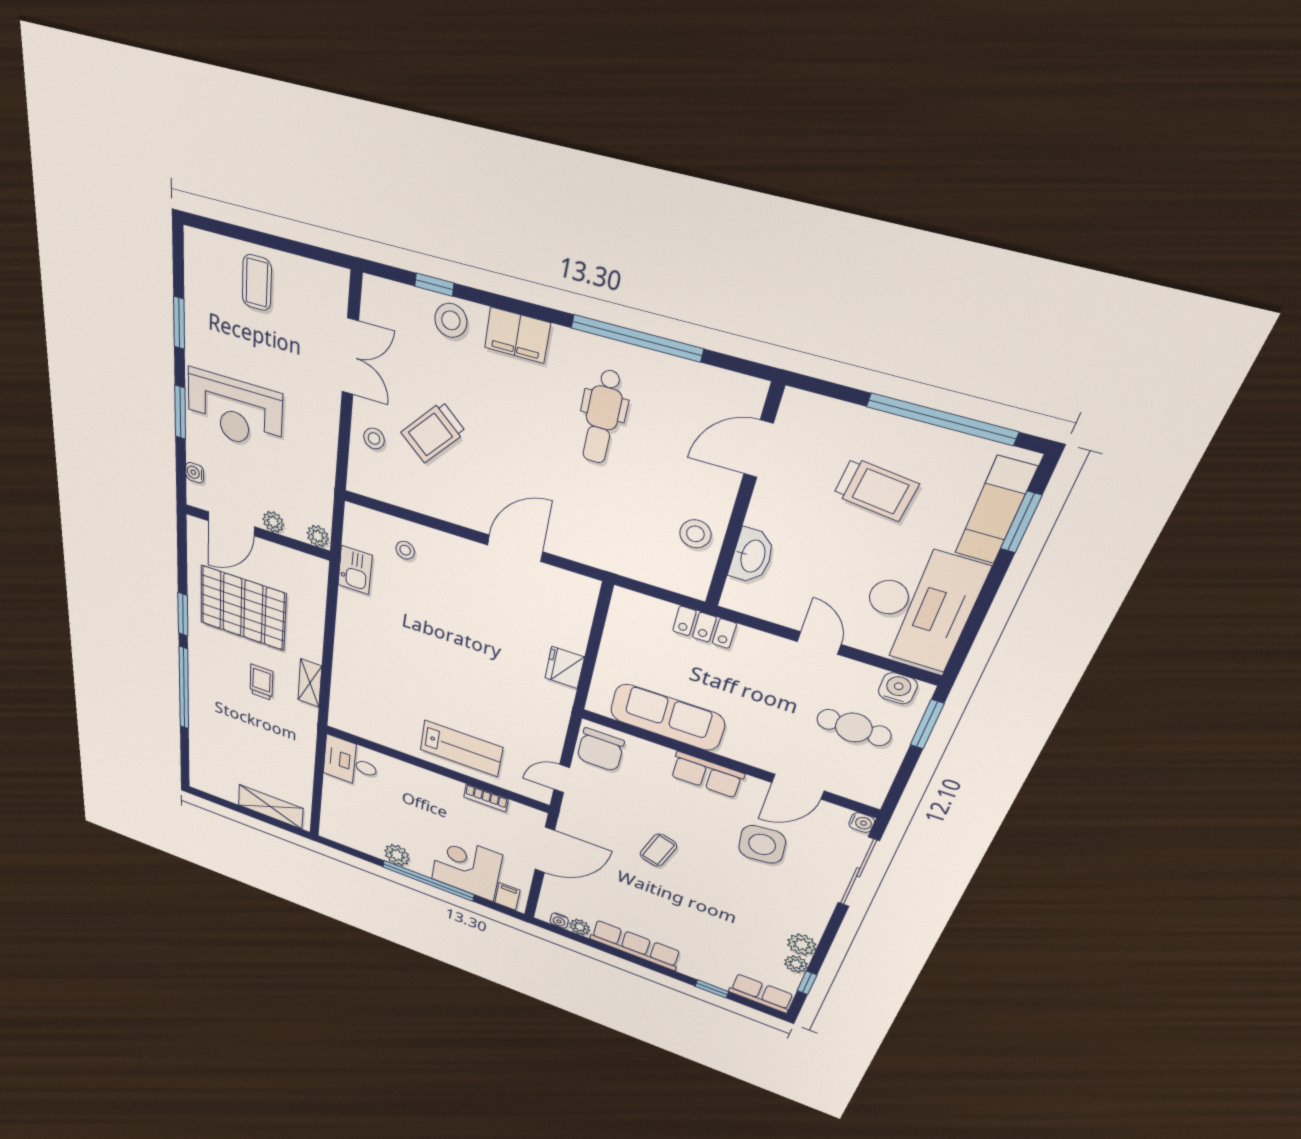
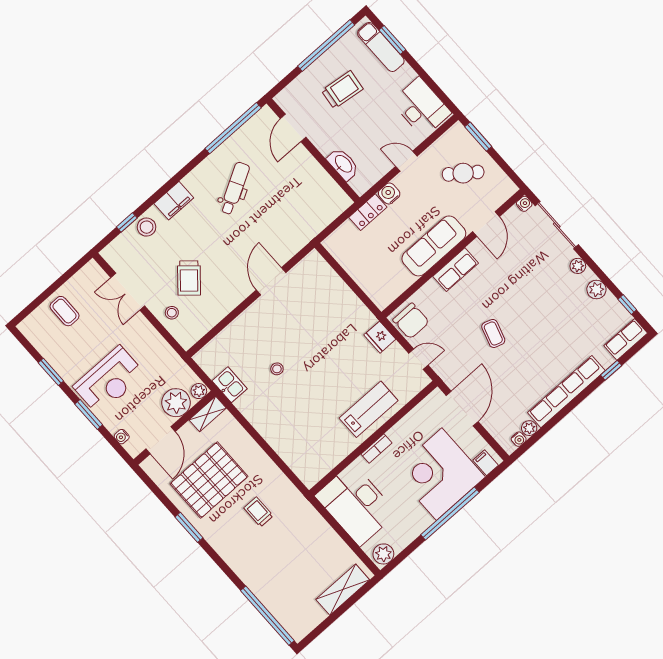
window: (637, 338) -> (233, 128), moved
double door: (350, 357) -> (128, 292), swing flipped
dental chair: (602, 417) -> (235, 188), turned -119
plant: (273, 522) -> (176, 403), width x1.88, depth x1.88
stool: (695, 534) -> (317, 184), removed
stool: (405, 550) -> (277, 369), moved
desk: (919, 606) -> (421, 107), width x0.73, depth x0.77
fridge: (565, 667) -> (380, 337), moved
shelving: (310, 683) -> (208, 414), moved, turned 90
window: (184, 688) -> (267, 616), moved
water cooler: (898, 688) -> (389, 194), moved
sofa: (667, 717) -> (434, 246), moved
cafe table: (854, 728) -> (463, 173), turned 37
desk: (350, 763) -> (356, 504), width x1.87, depth x1.30
door: (562, 779) -> (418, 359), swing flipped
bookcase: (486, 798) -> (377, 448), moved
side table: (762, 844) -> (515, 268), removed
plant: (397, 855) -> (383, 554), moved
corner desk: (467, 867) -> (439, 474), width x1.36, depth x1.36
row of seats: (635, 945) -> (566, 392), width x1.36
plant: (796, 964) -> (578, 266), moved

